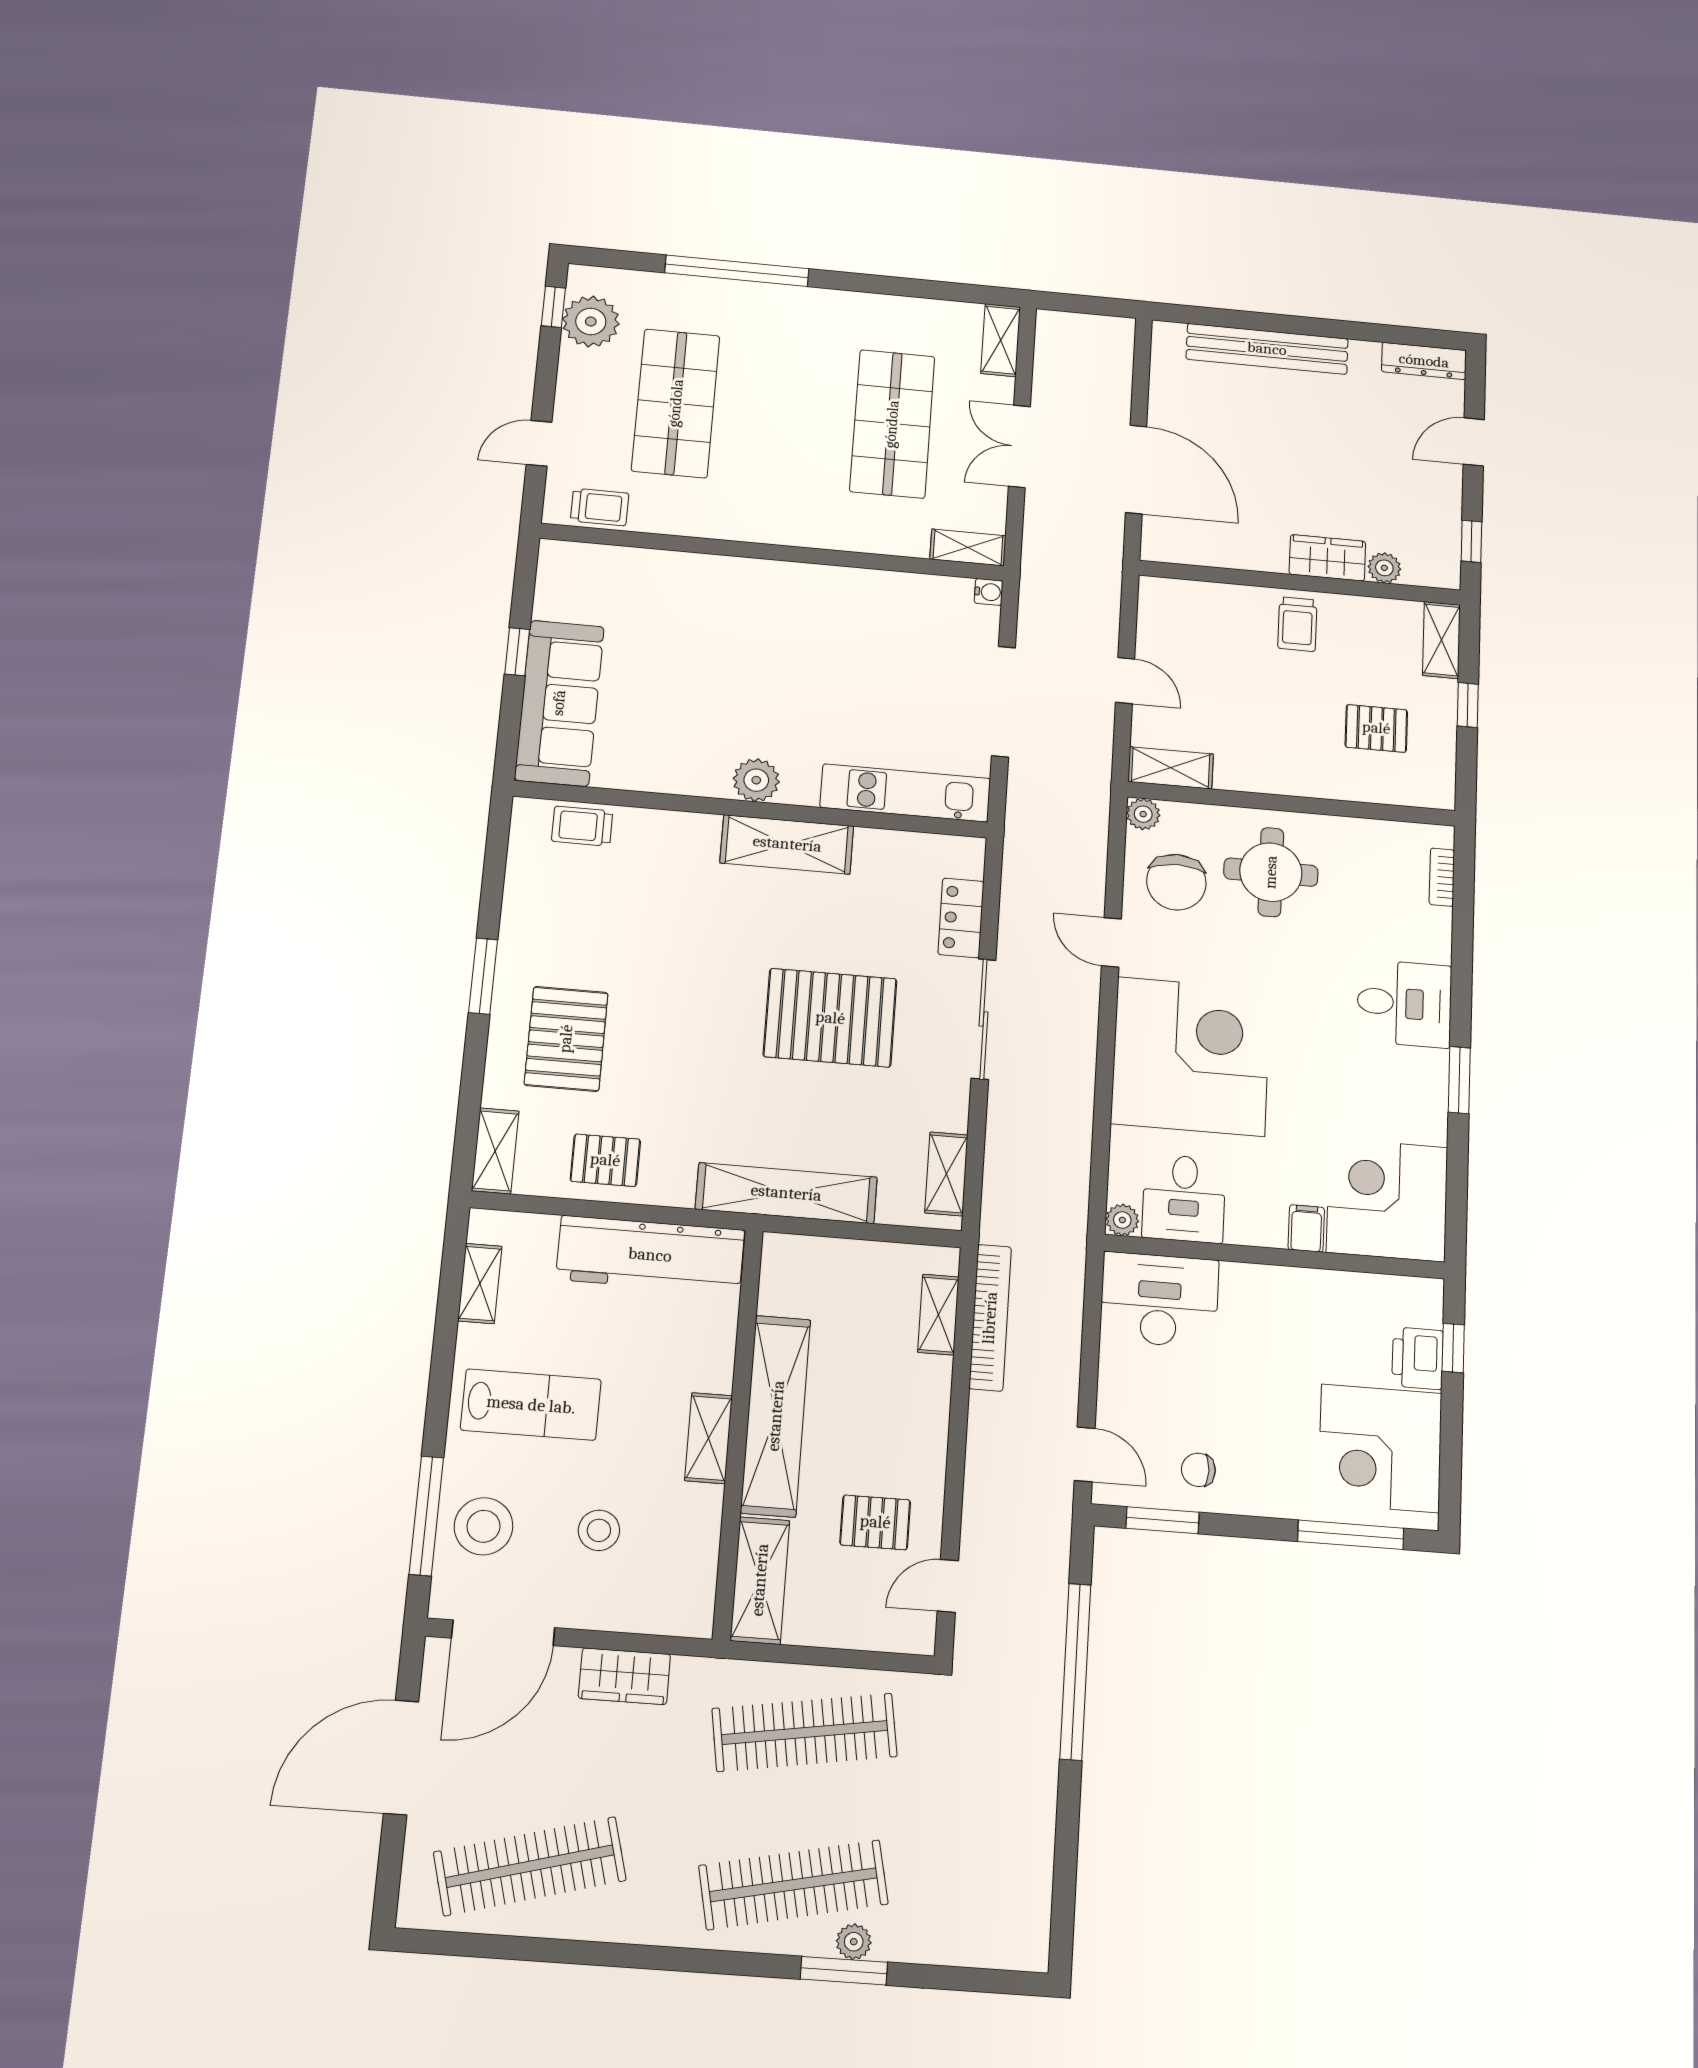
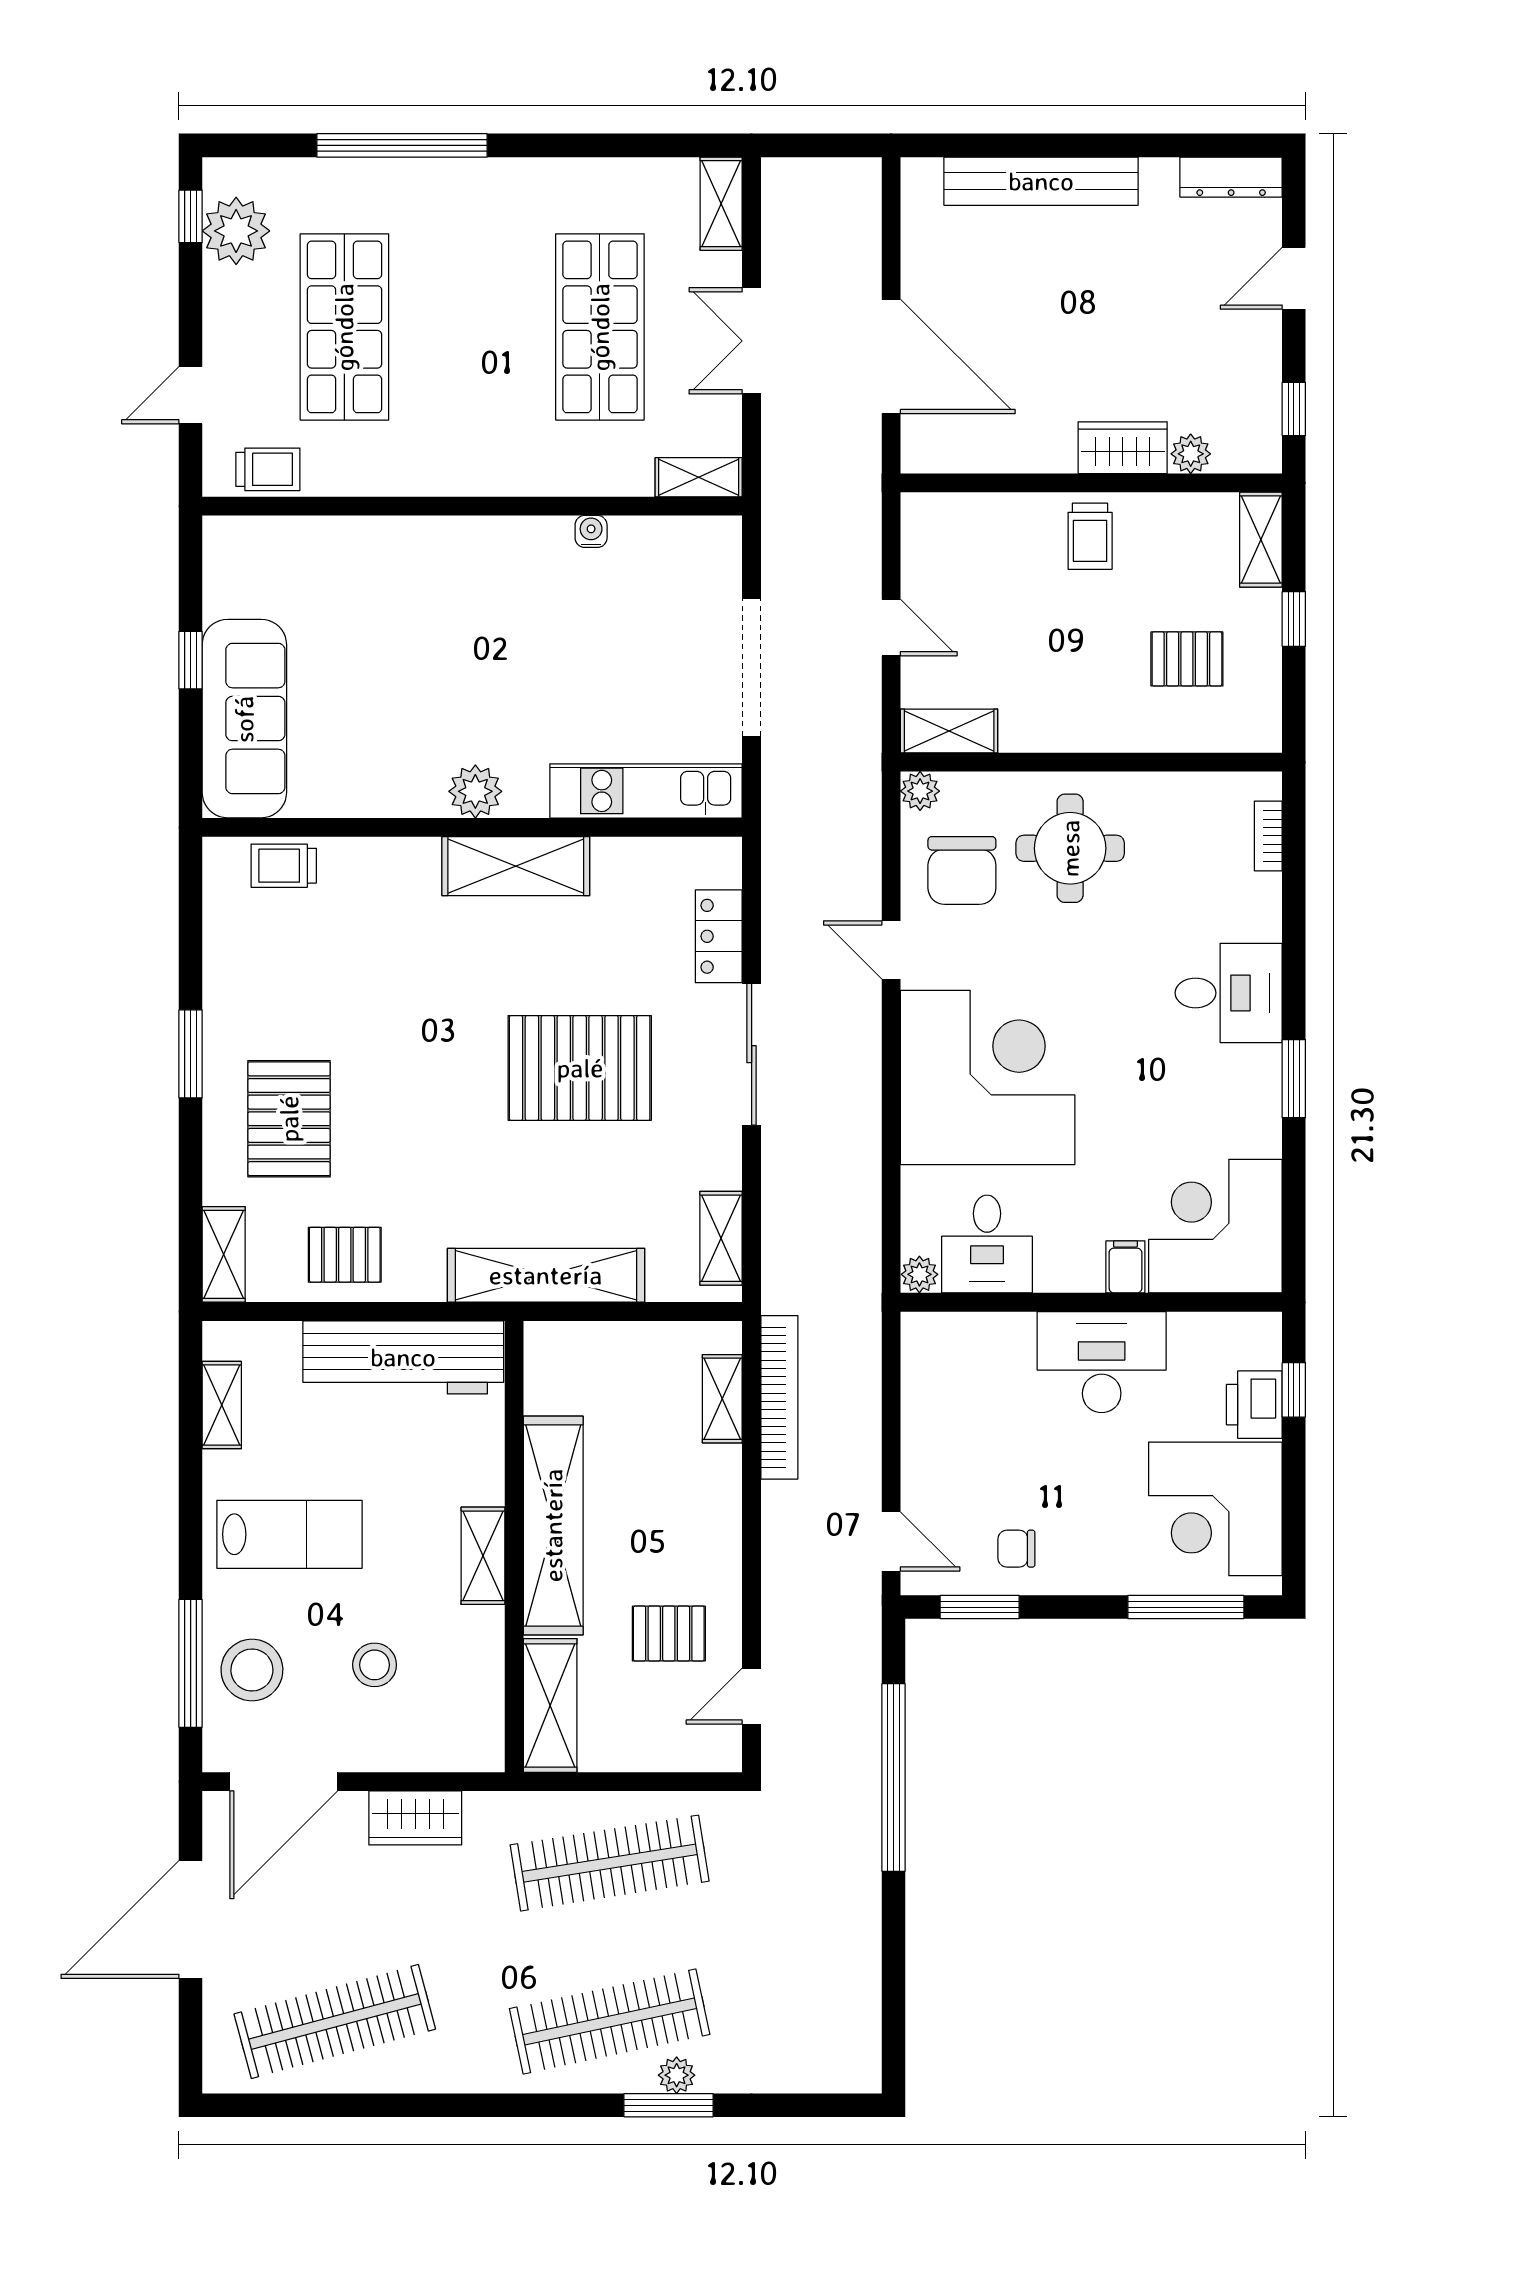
water cooler: (989, 592) -> (591, 531), moved, turned -90
desk: (1159, 1300) -> (1102, 1362), moved

